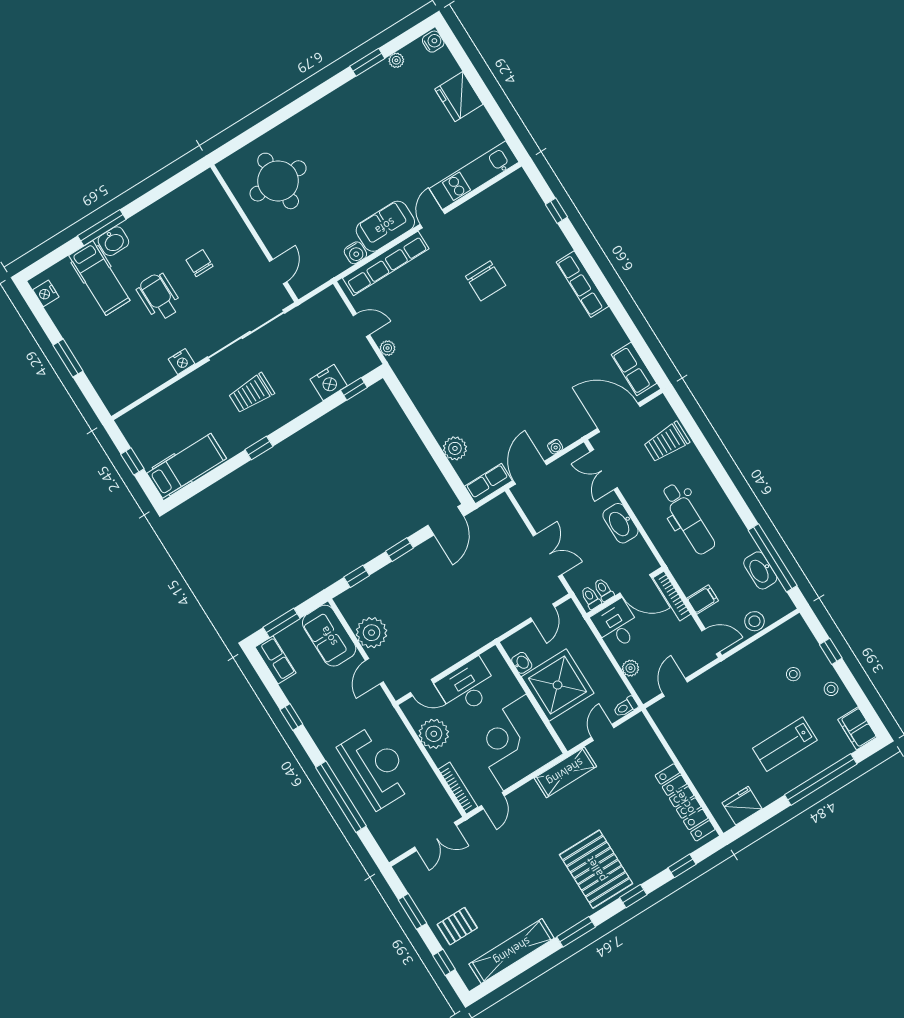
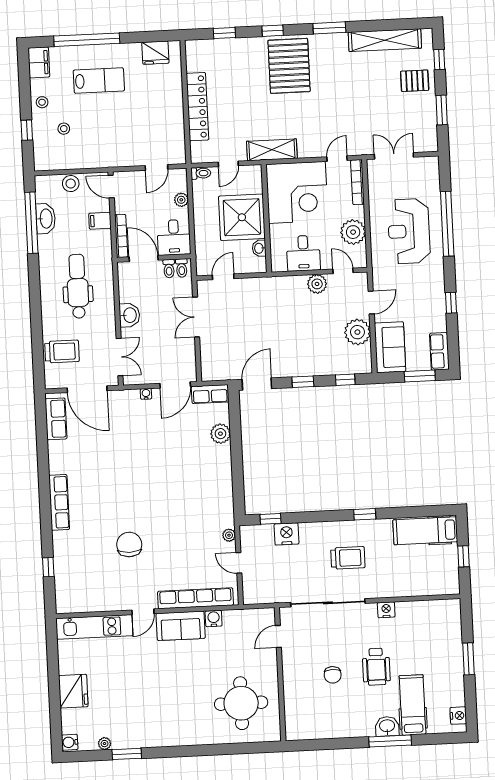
washbasin: (620, 523) -> (129, 315), width x0.72
plant: (441, 659) -> (317, 284), added
desk: (467, 687) -> (303, 253), width x0.73
locker: (685, 802) -> (197, 107), moved

